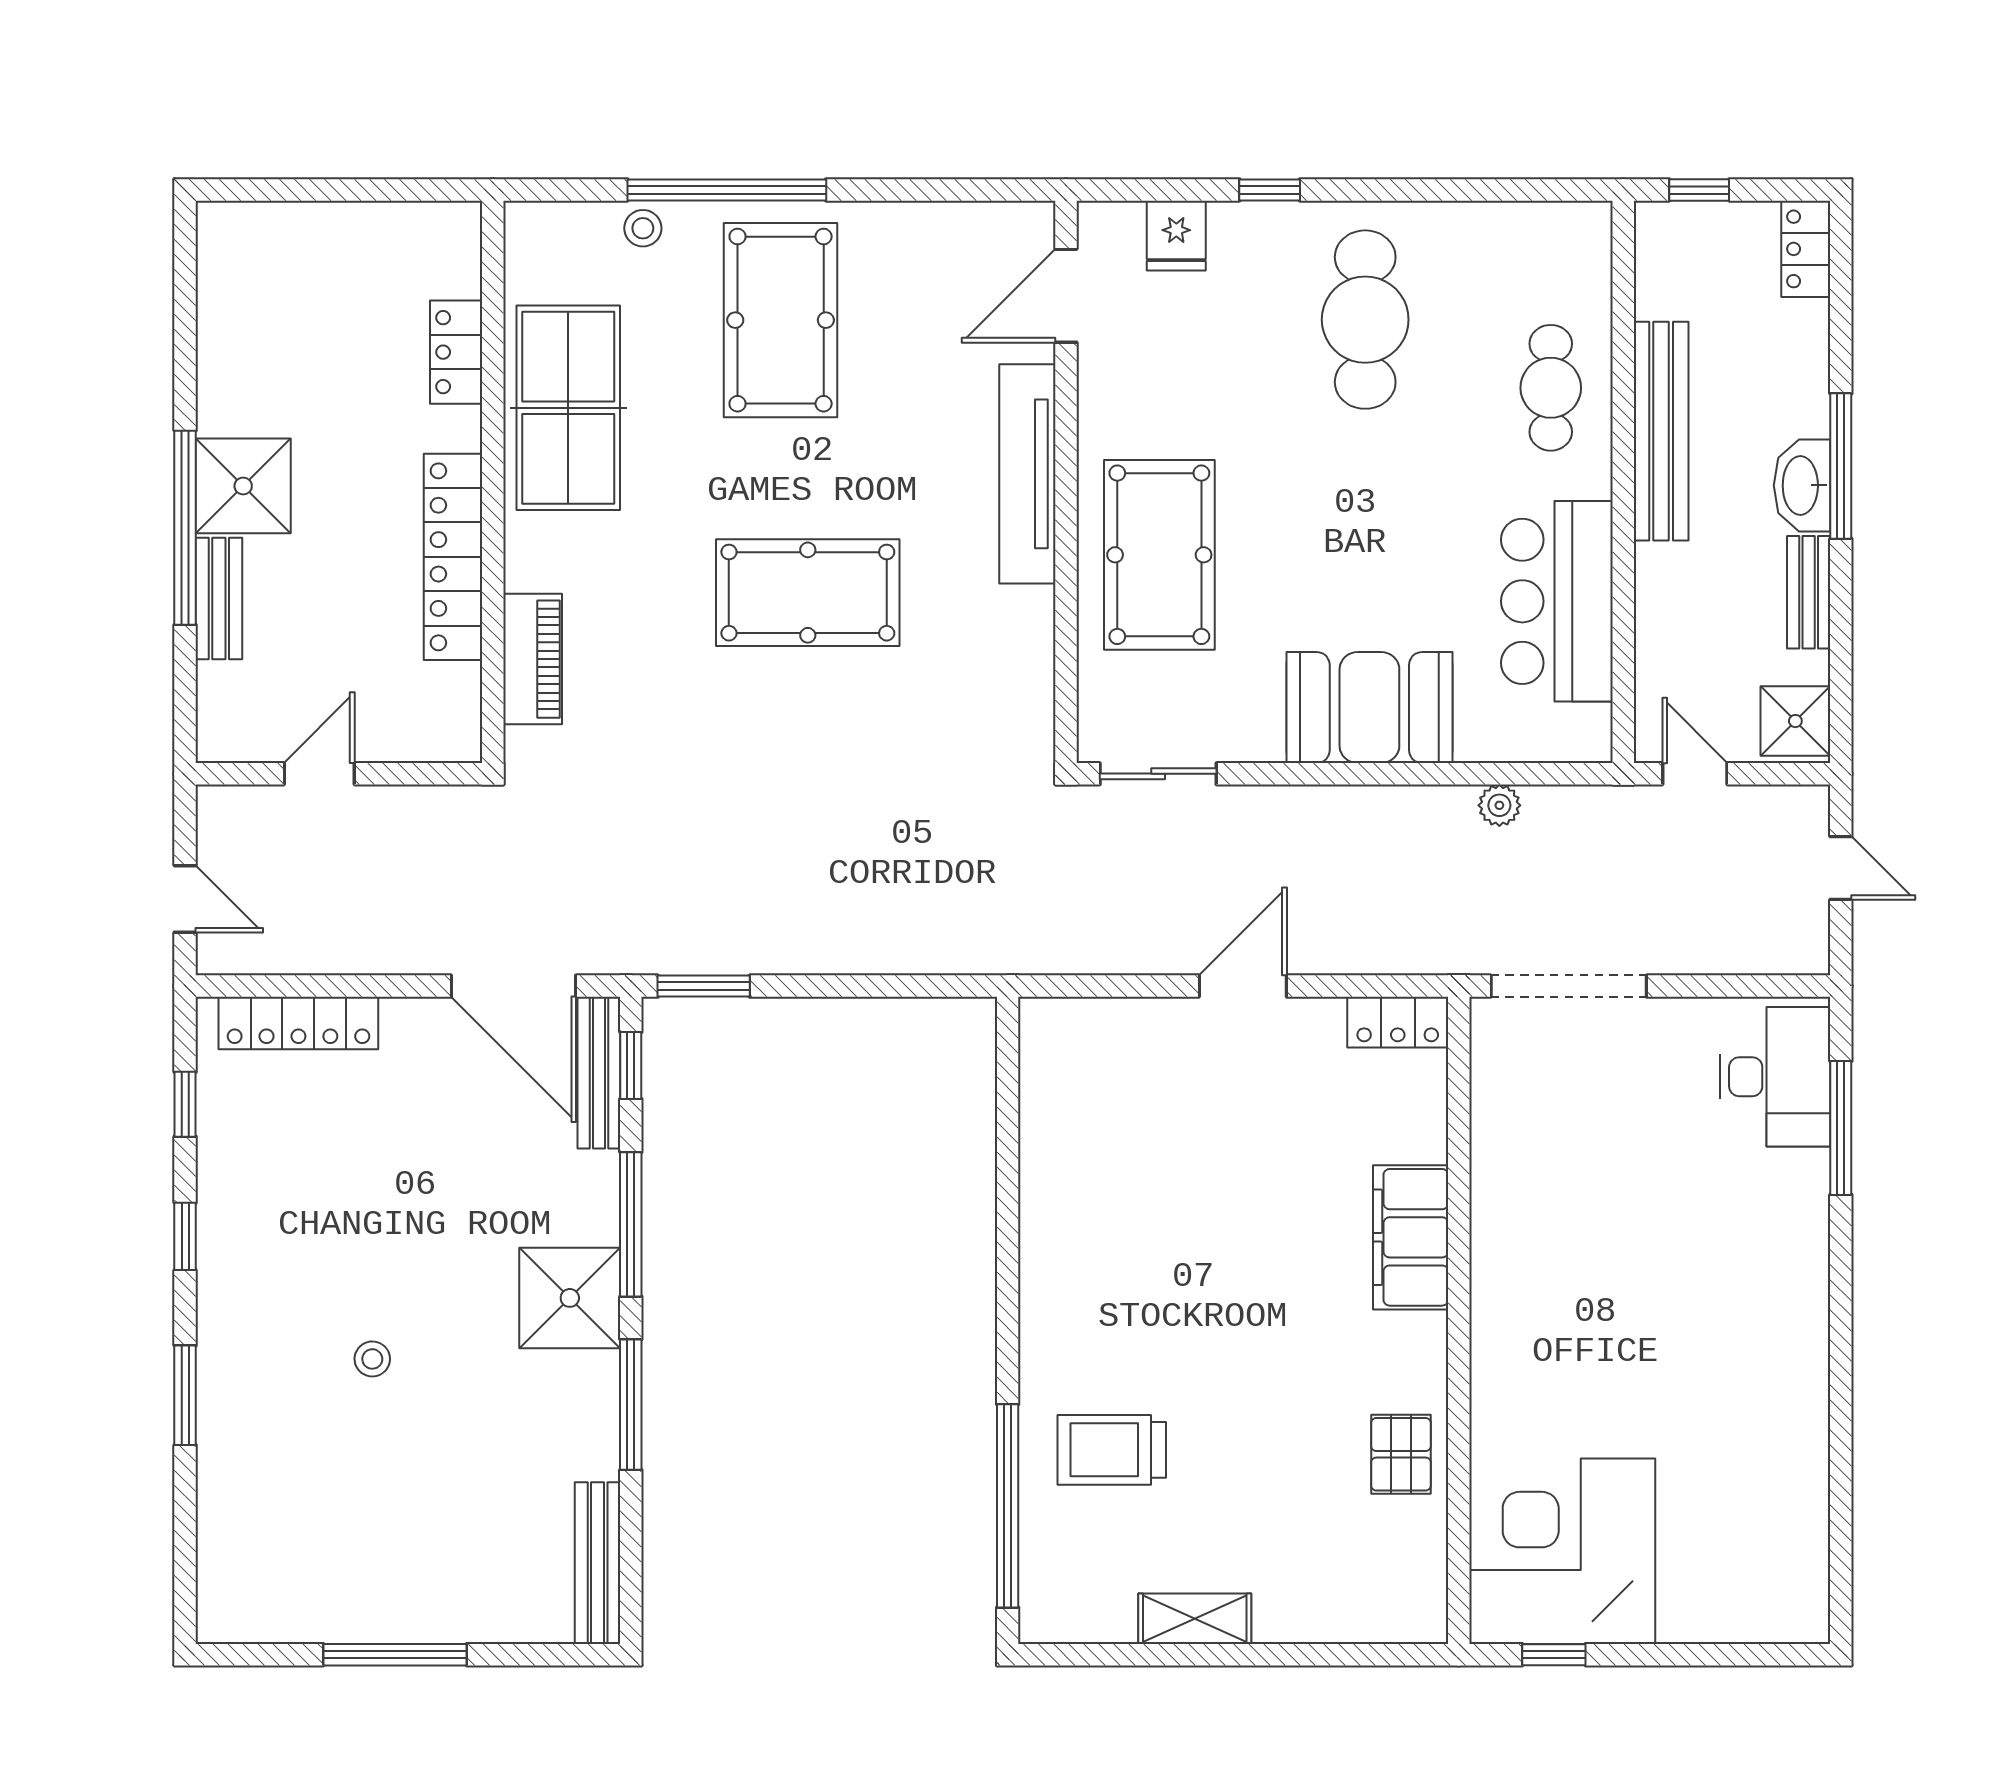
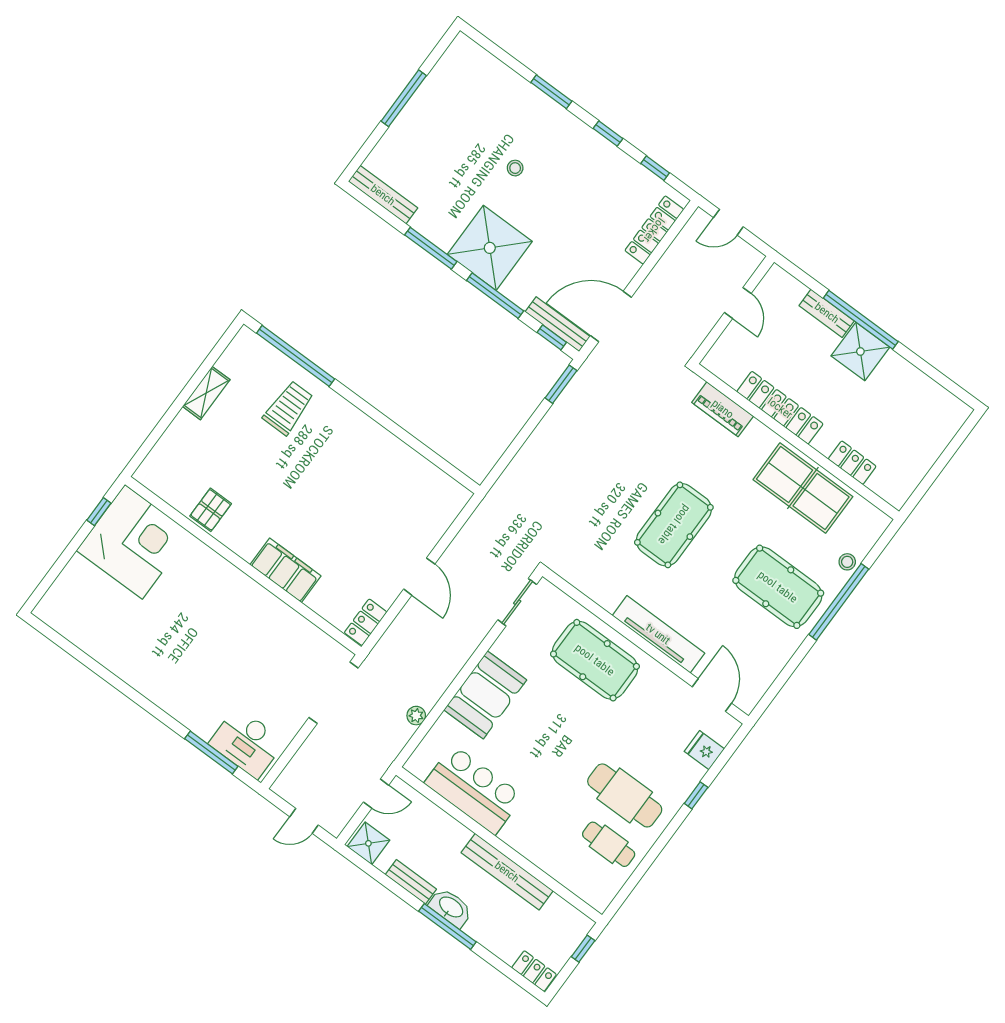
cafe table: (1551, 388) -> (609, 844), moved
shower: (570, 1298) -> (490, 248), width x1.37, depth x1.37
pallet: (1401, 1454) -> (211, 510), turned 90

